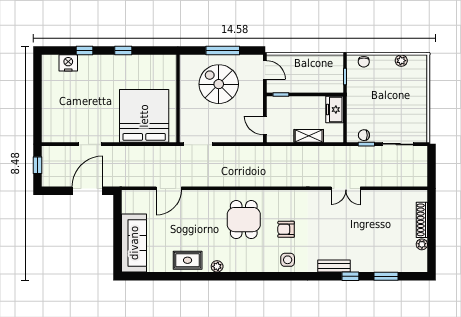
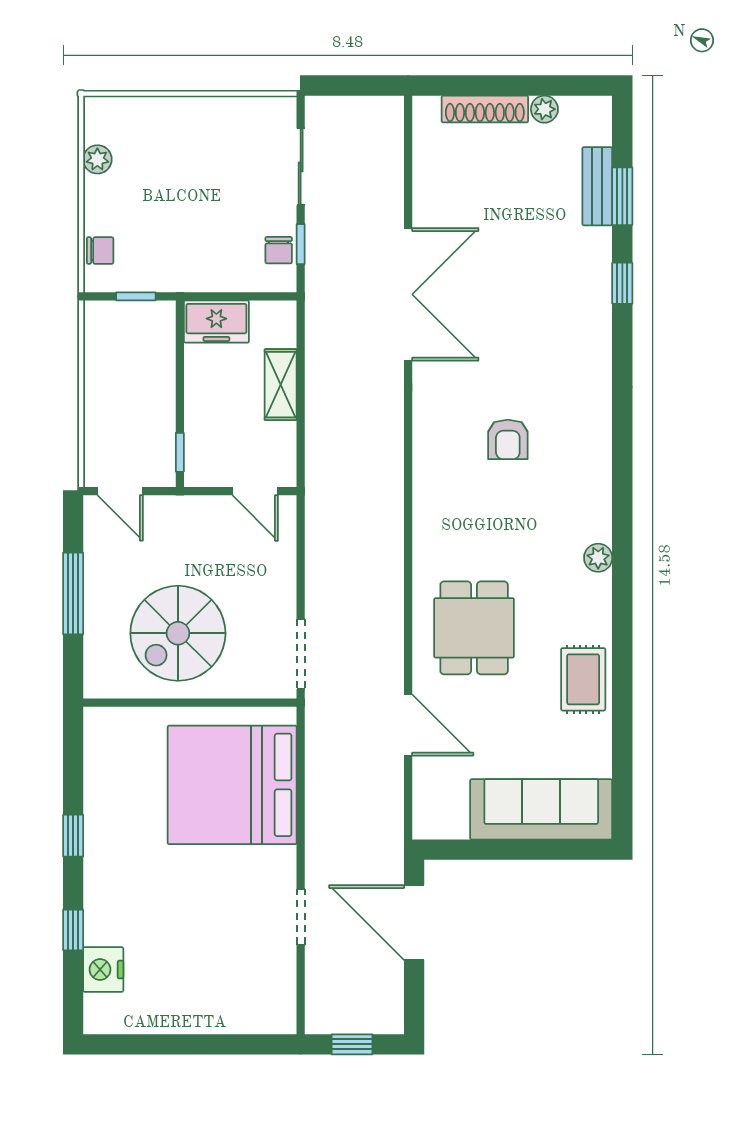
door: (265, 70) -> (120, 491), swing flipped
spiral stairs: (219, 84) -> (178, 633), moved
door: (265, 125) -> (255, 491), hinge flipped
double door: (346, 188) -> (408, 294), width x1.87
dining table: (244, 220) -> (474, 628), moved, turned 90
side table: (288, 260) -> (582, 436), removed
plant: (217, 266) -> (598, 558), moved
bench: (334, 266) -> (597, 186), moved

